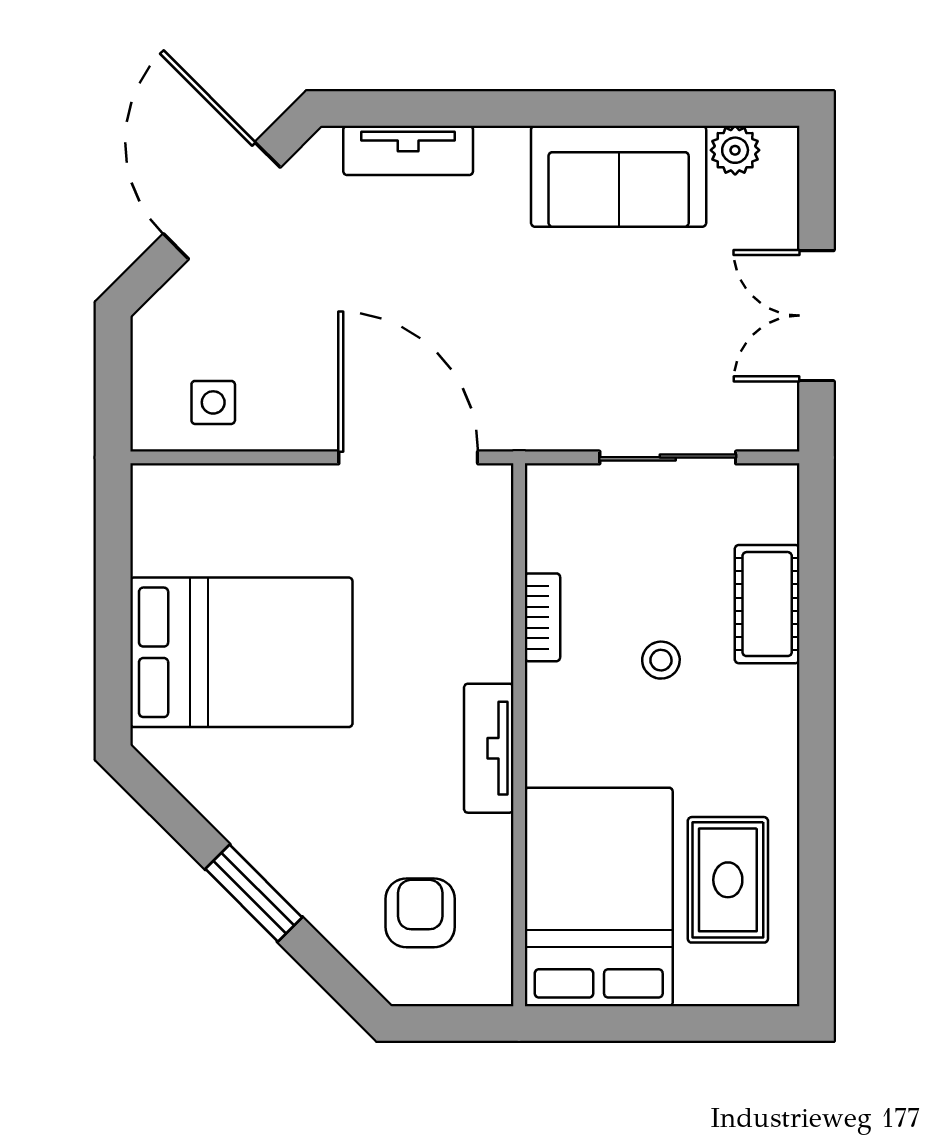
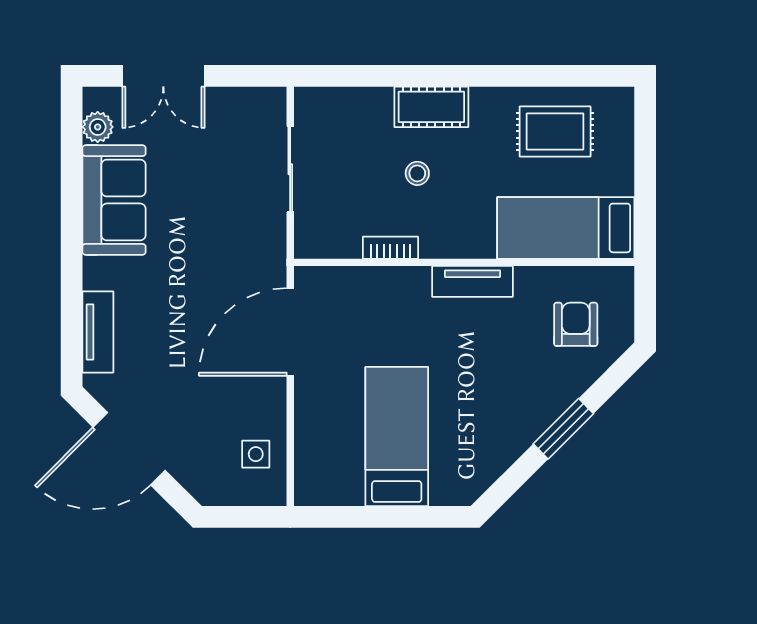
double door: (816, 316) -> (163, 76), moved
cot: (767, 604) -> (431, 107), moved
bed: (241, 652) -> (397, 436), width x0.67
bed: (599, 897) -> (566, 228), width x0.67
armchair: (420, 913) -> (576, 324), turned 90

